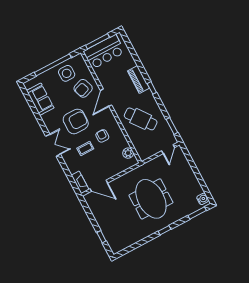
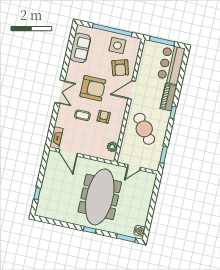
bar counter: (104, 52) -> (171, 64), moved, turned 90
armchair: (83, 88) -> (120, 68), turned -87
door: (168, 149) -> (134, 167), moved
meeting table: (151, 199) -> (100, 197), width x1.36

